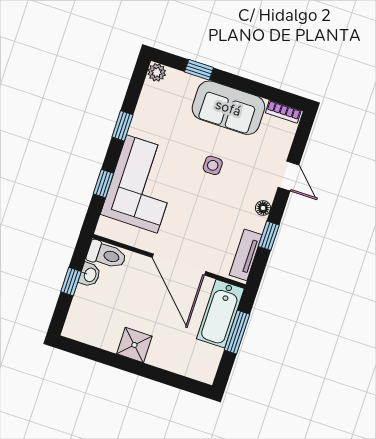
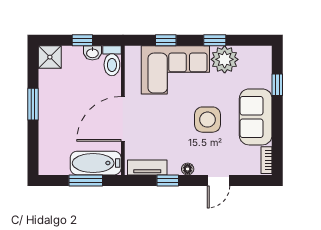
plant: (157, 72) -> (225, 59), moved, width x1.87, depth x1.87
side table: (213, 165) -> (207, 120), width x1.87, depth x1.87
shower: (134, 345) -> (50, 57), moved
window: (127, 364) -> (33, 104), added

